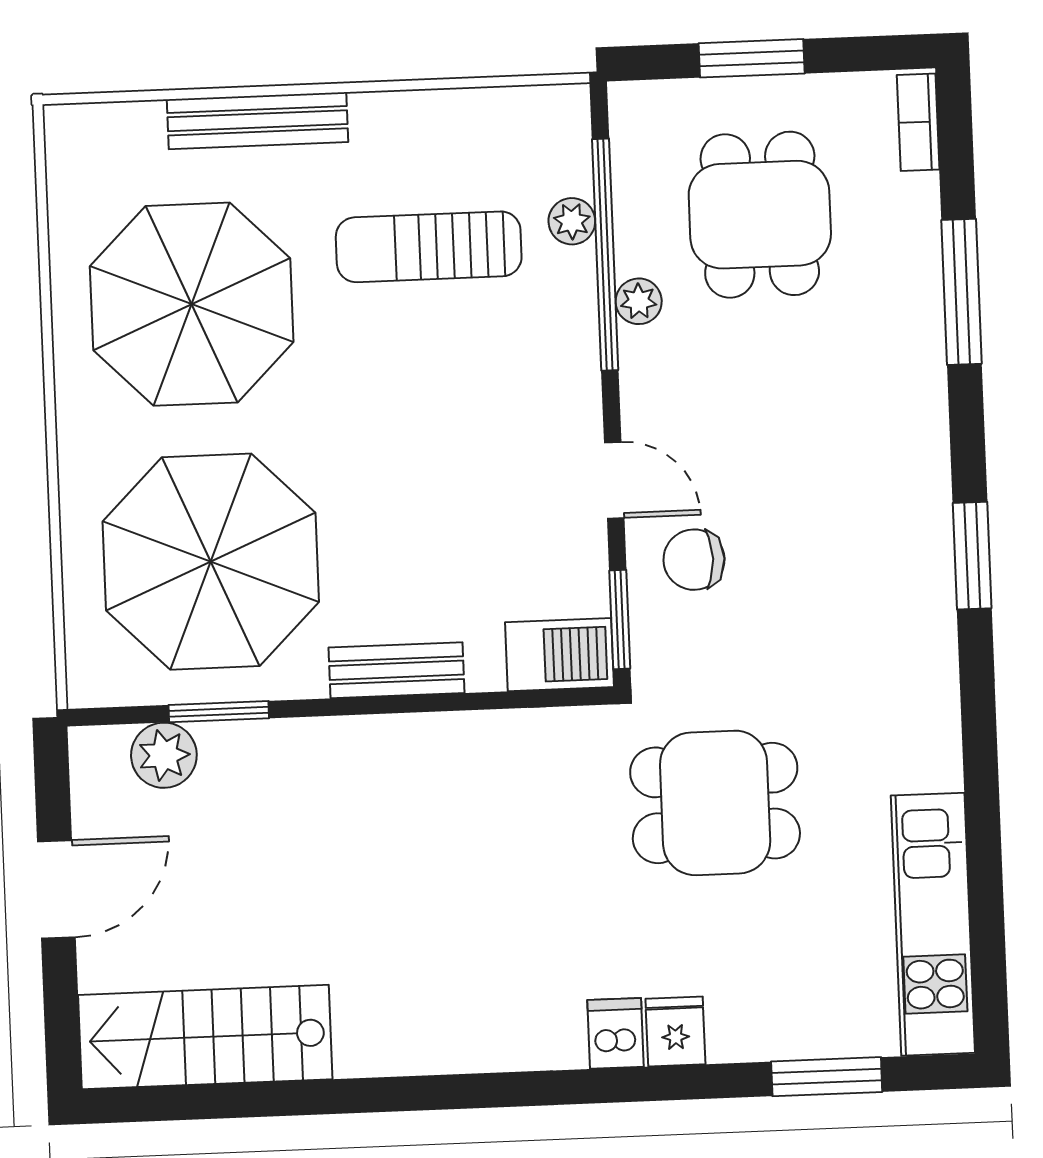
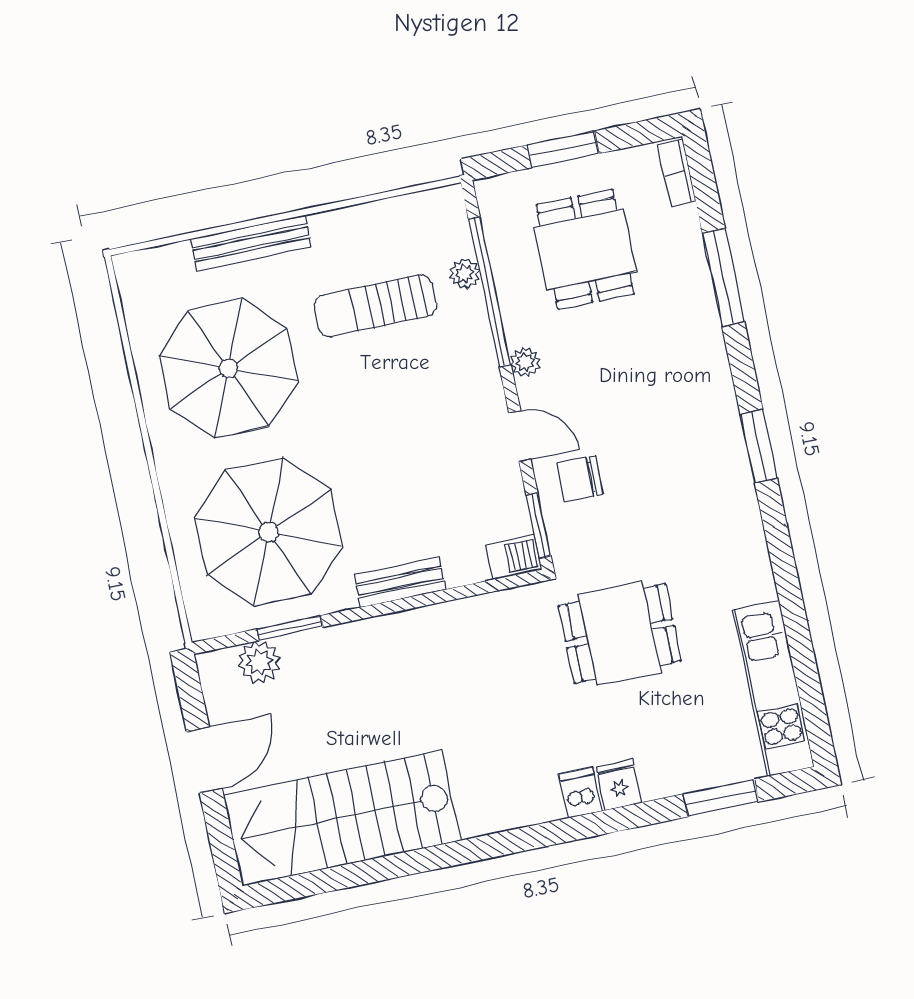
plant: (639, 301) -> (525, 362), moved
barbecue: (560, 655) -> (514, 557), width x0.73, depth x0.79
stairs: (205, 1037) -> (342, 818), width x1.36, depth x1.51

